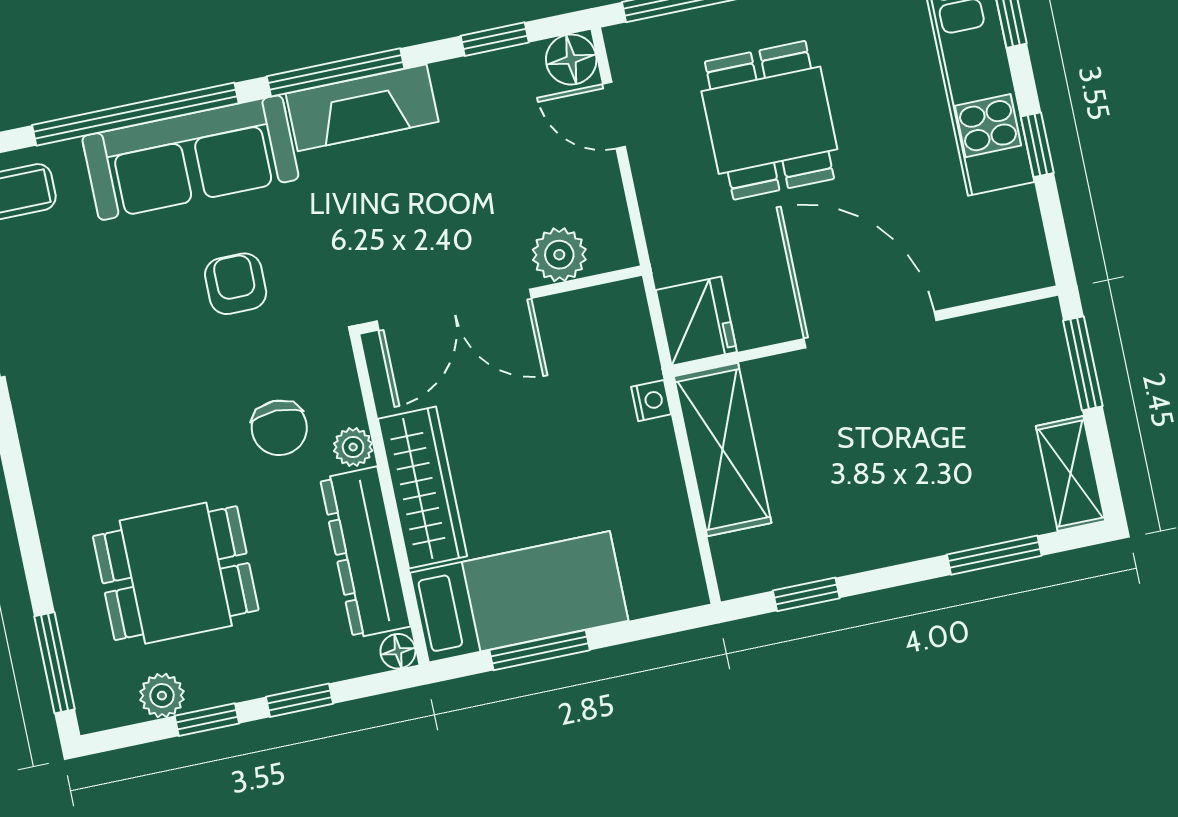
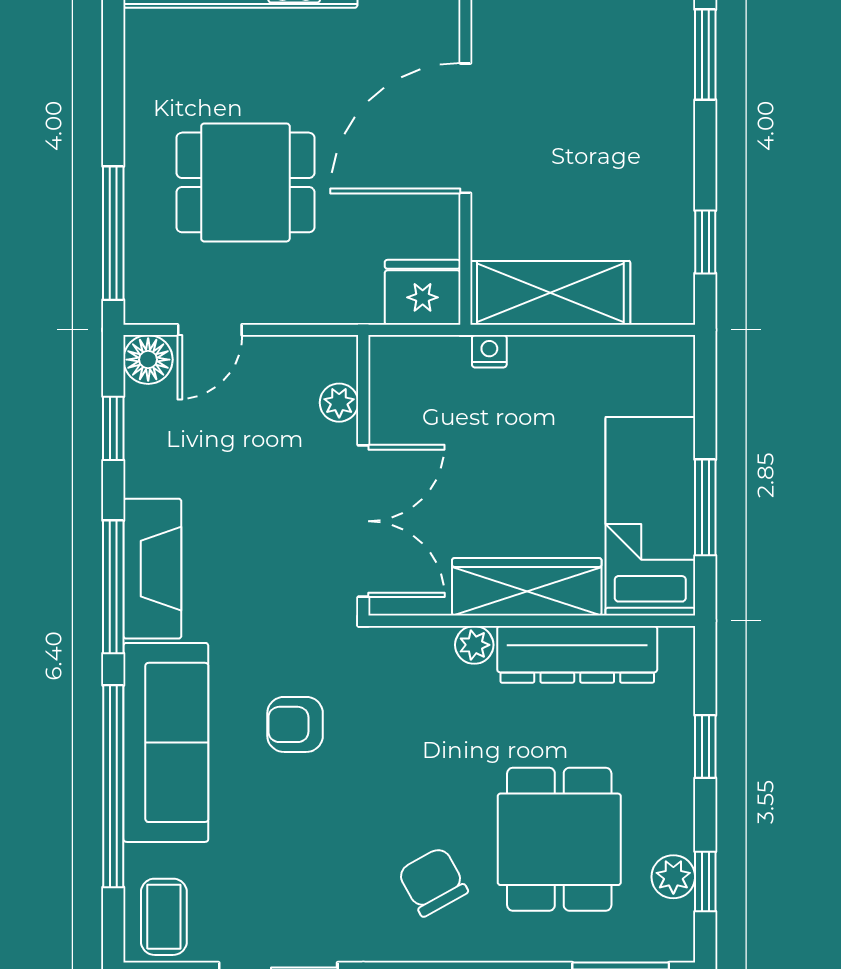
plant: (559, 255) -> (339, 403), width x0.73, depth x0.73
chair: (279, 428) -> (433, 882), moved, turned -119
floor lamp: (398, 651) -> (678, 643), removed
window: (207, 720) -> (705, 881), moved

